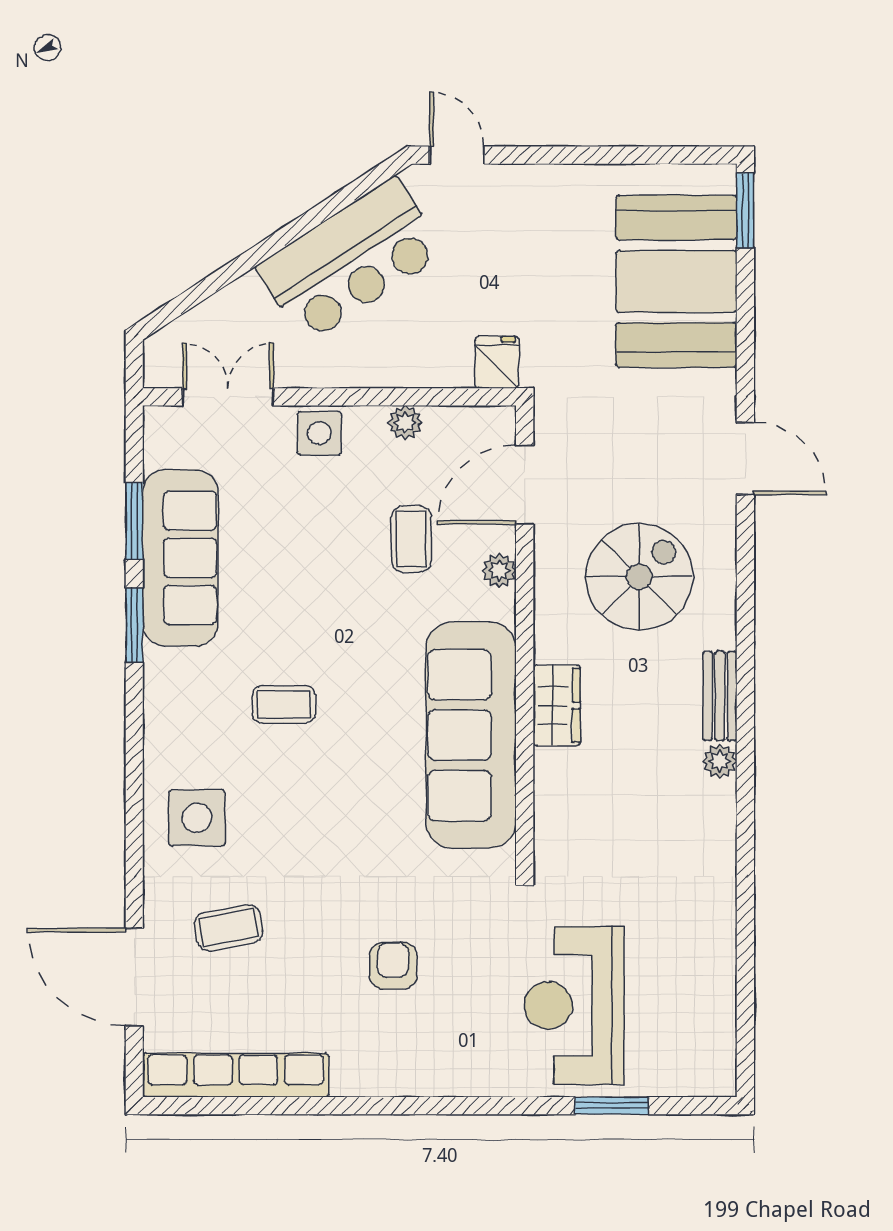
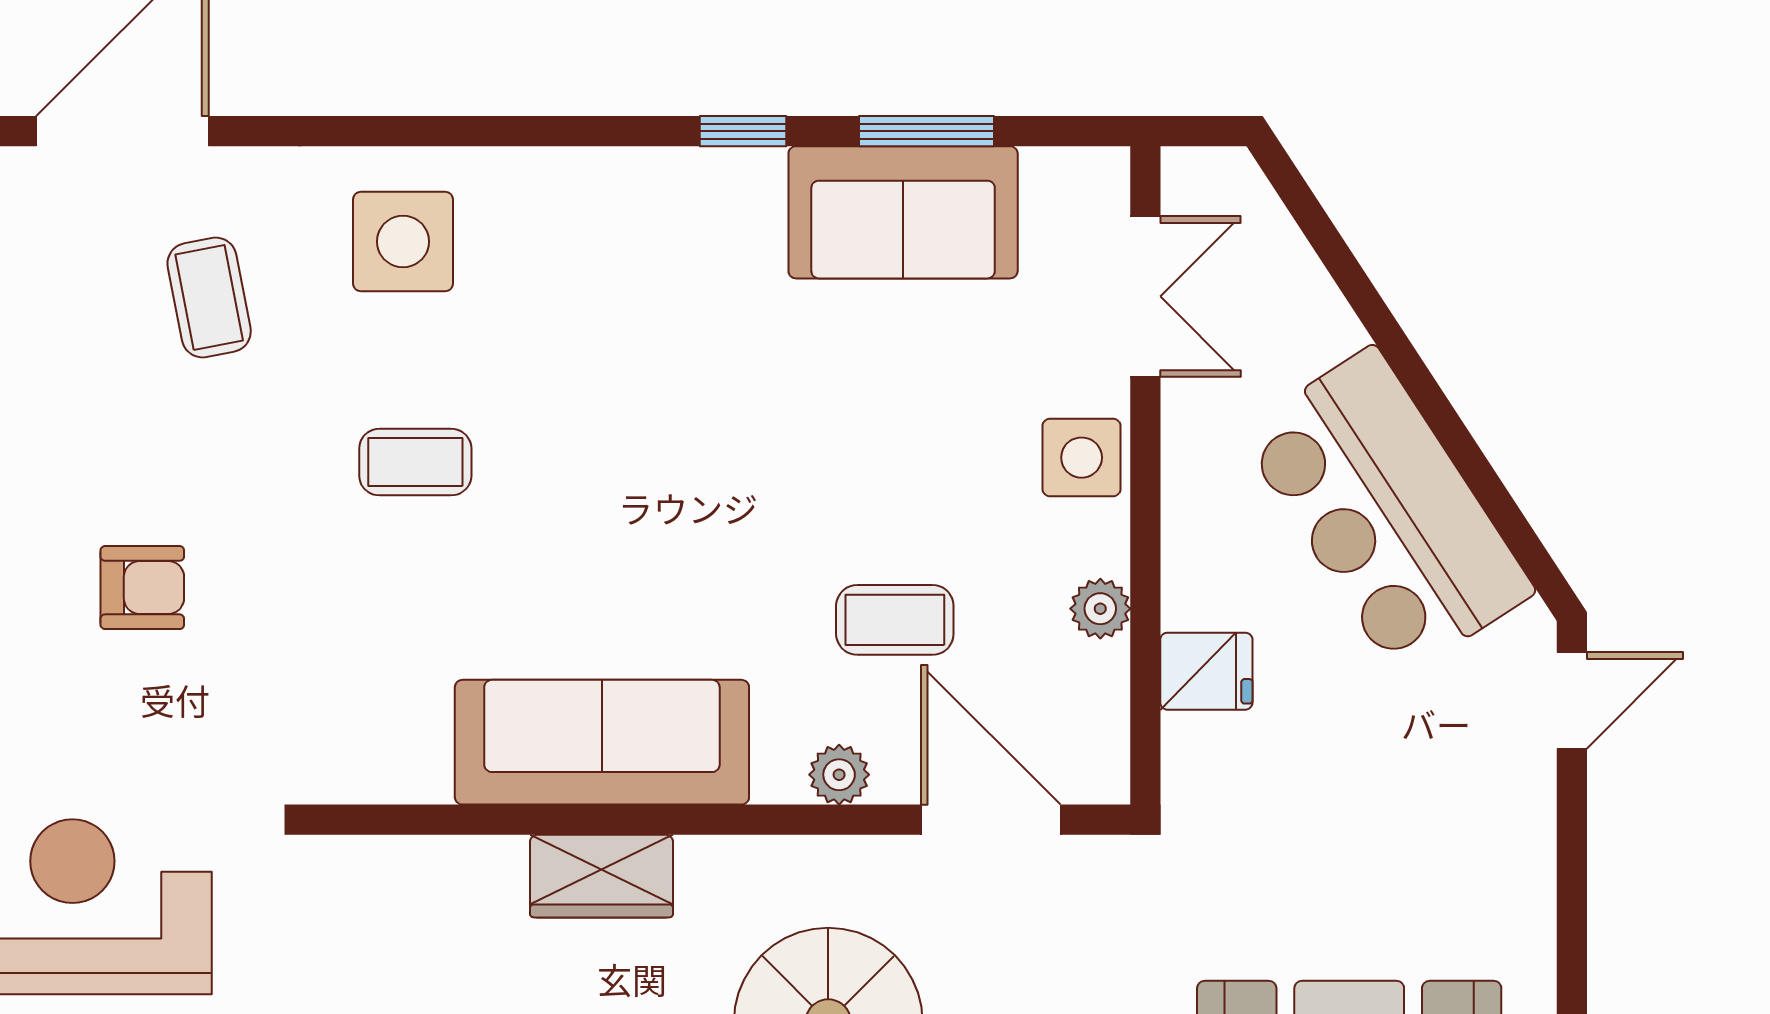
fridge: (497, 362) -> (1206, 671), moved
sofa: (180, 558) -> (903, 212), width x0.73
window: (134, 625) -> (743, 131), width x0.67
coffee table: (284, 704) -> (415, 462), moved, turned 90
sofa: (471, 735) -> (602, 742), width x0.74, depth x0.79

